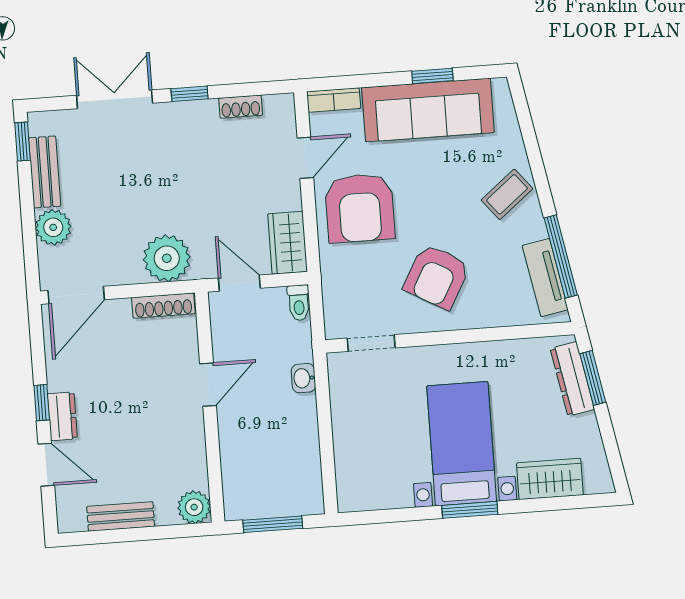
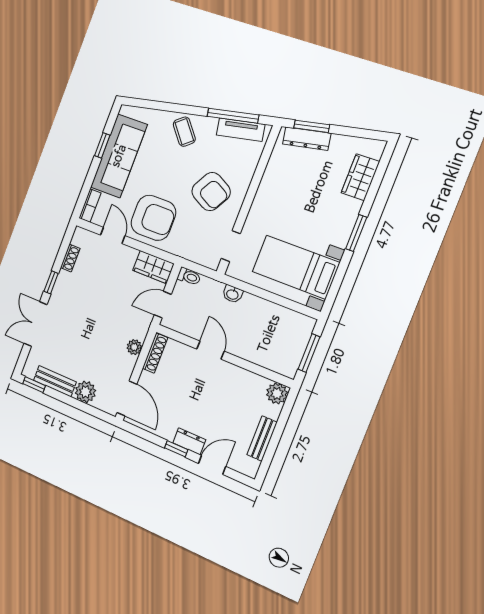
plant: (167, 258) -> (134, 347), width x0.53, depth x0.53
bed with nightstands: (462, 444) -> (296, 267), moved

